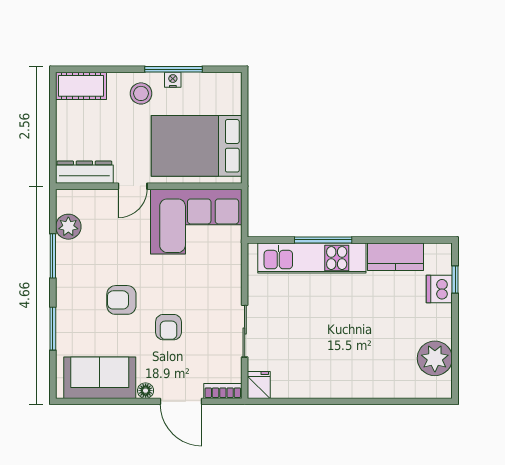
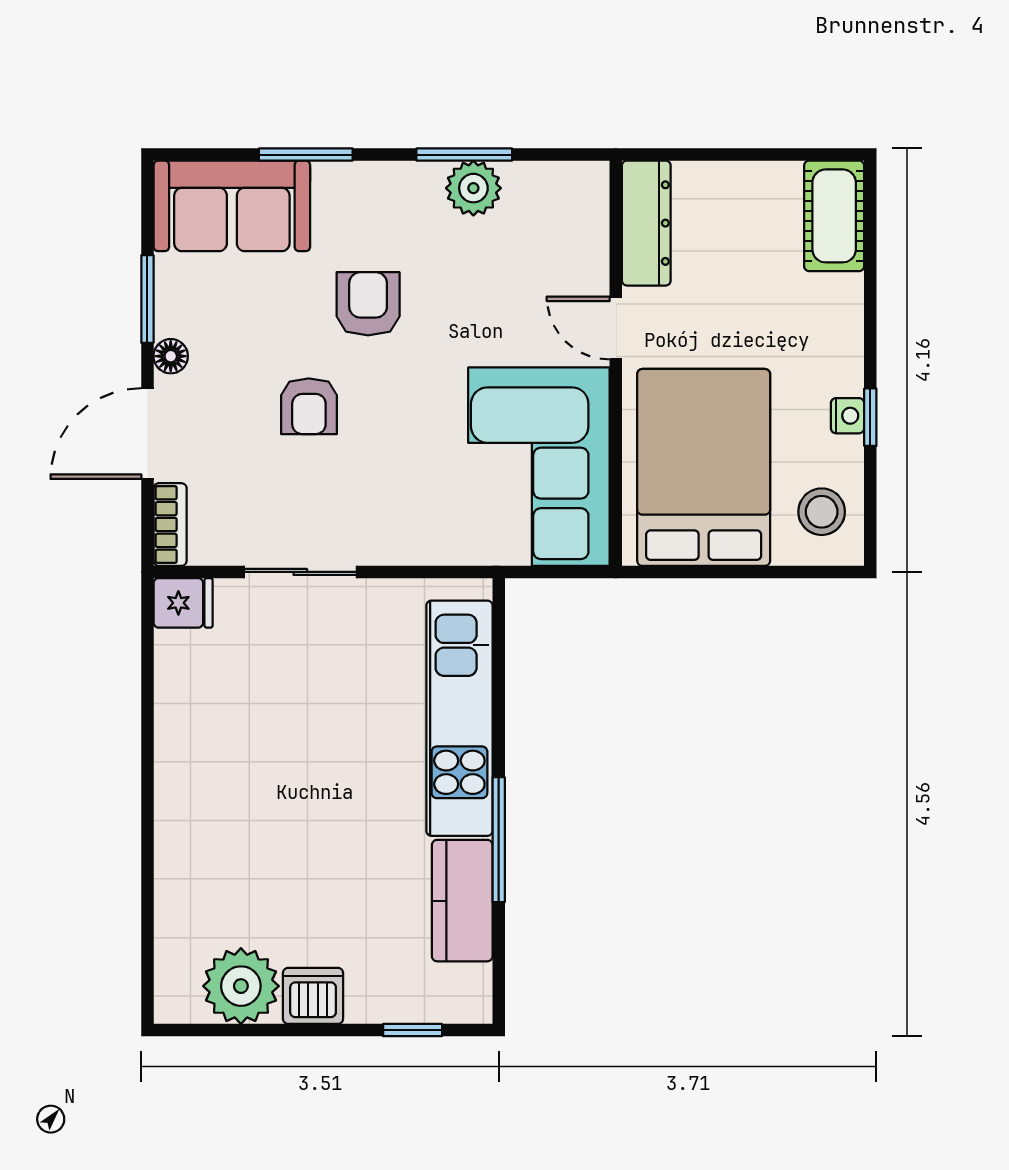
window: (174, 69) -> (870, 417), width x0.46
stool: (141, 93) -> (822, 512), moved
plant: (68, 227) -> (473, 188), moved
window: (323, 240) -> (499, 840), moved
dishwasher: (439, 289) -> (313, 996), moved
armchair: (168, 327) -> (309, 406), turned -90
sofa: (100, 378) -> (232, 206), moved, turned 90
window: (119, 401) -> (147, 299), added

